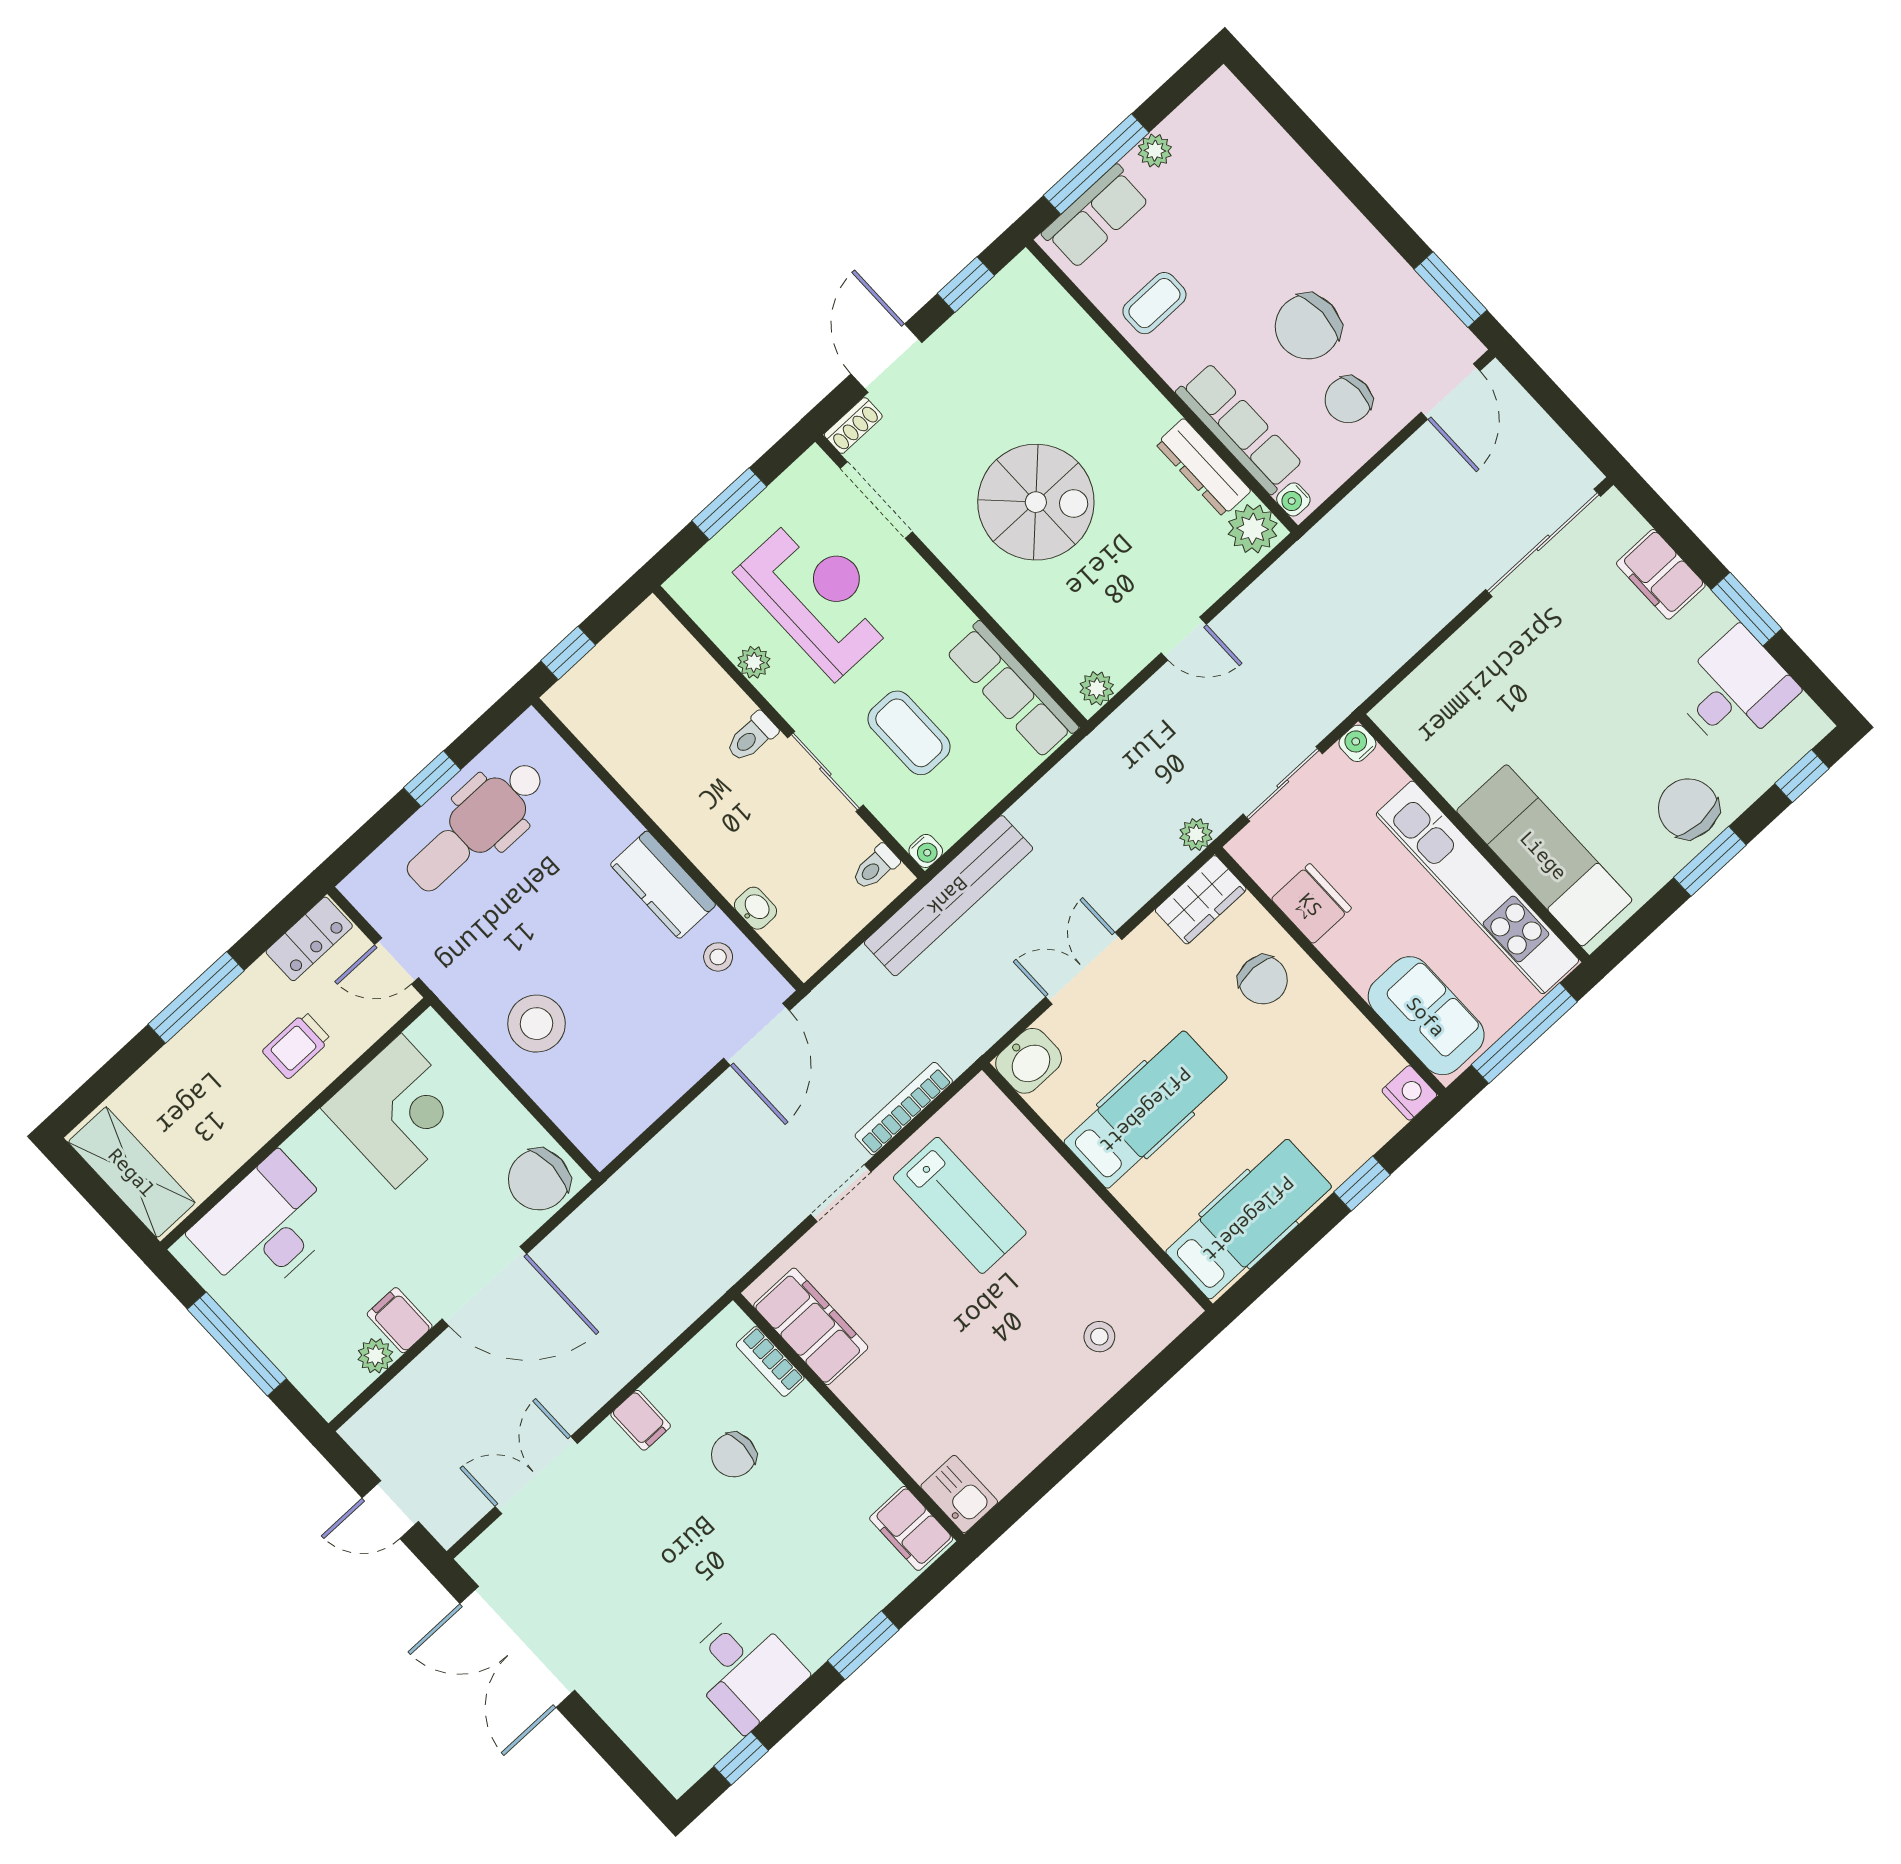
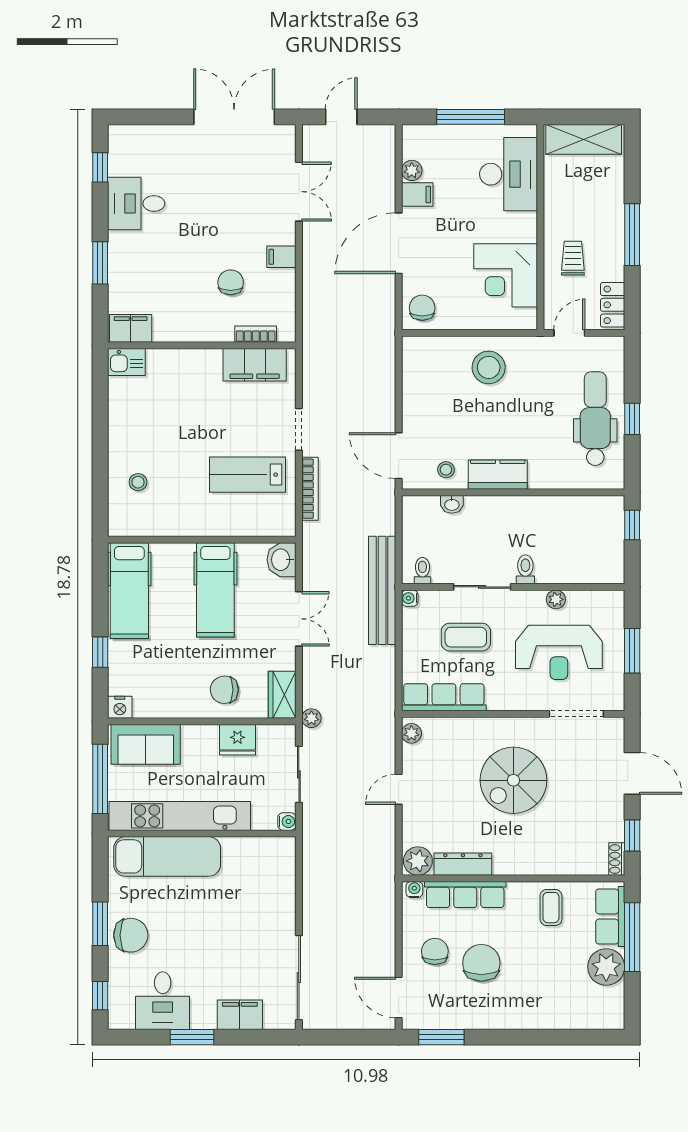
plant: (1155, 151) -> (606, 967), width x1.88, depth x1.88
shoe rack: (853, 426) -> (617, 859), moved
chair: (539, 1180) -> (422, 308), width x0.73, depth x0.73

